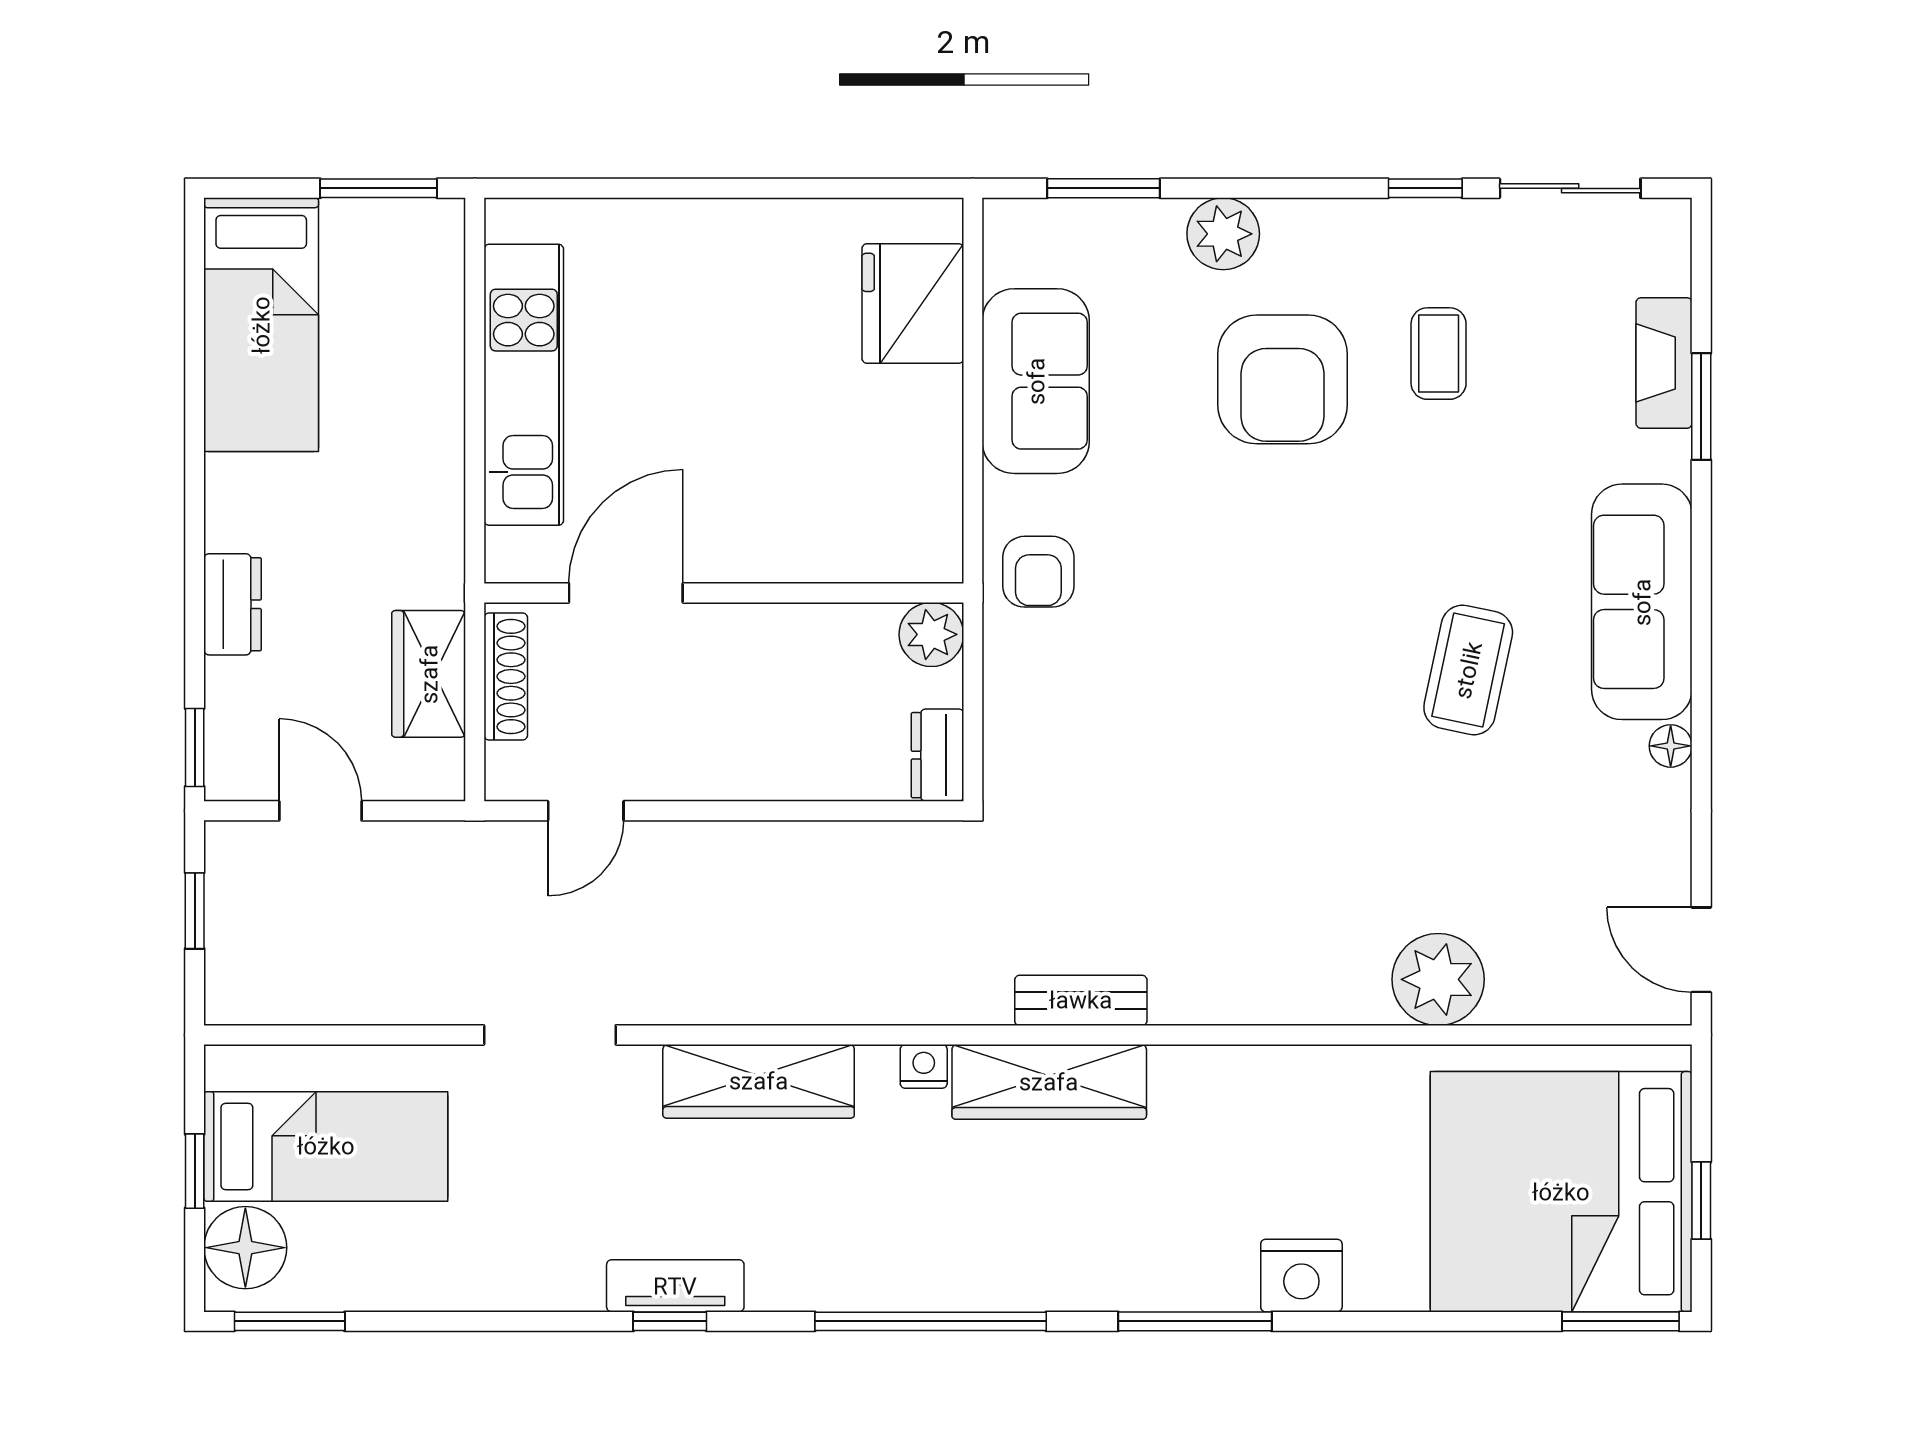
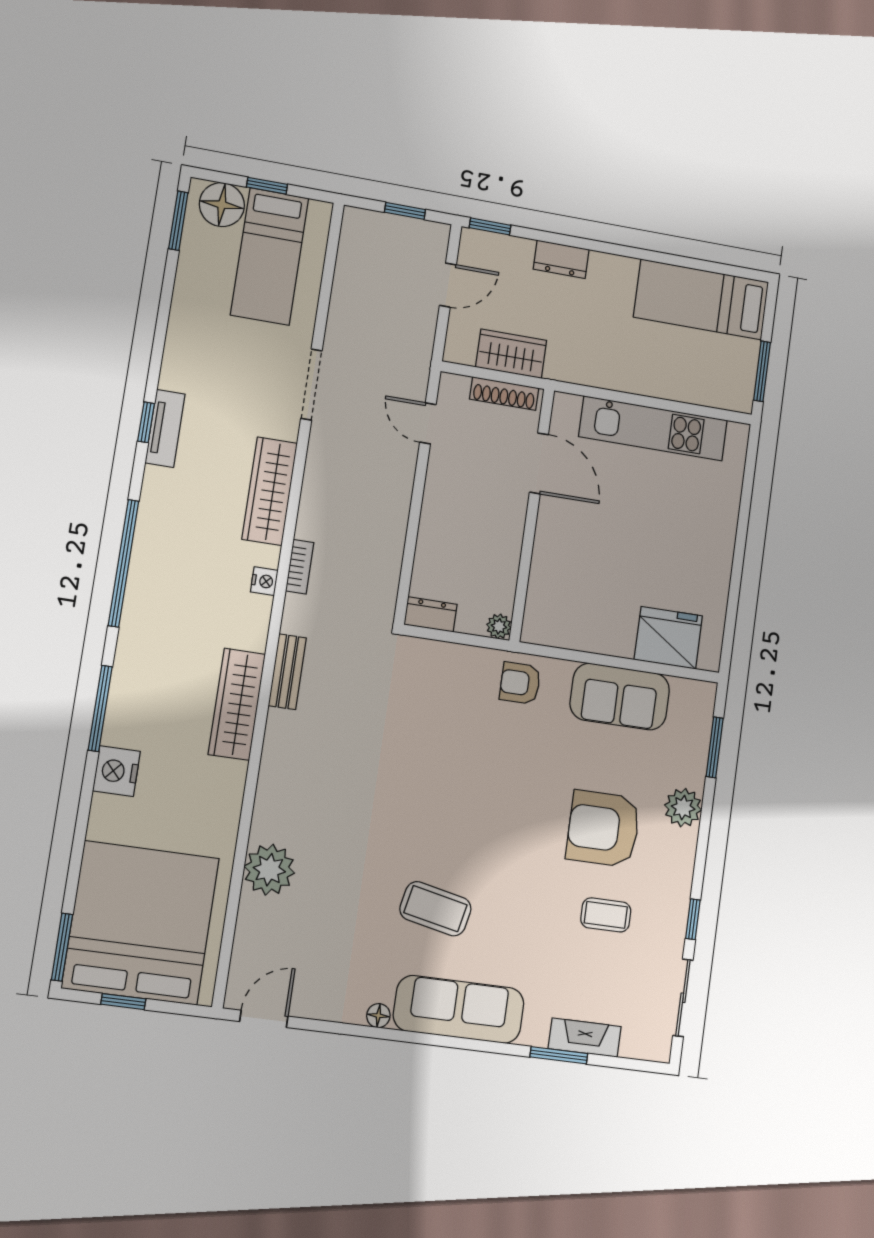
plant: (931, 634) -> (499, 626), width x0.73, depth x0.73
bookcase: (887, 1006) -> (300, 567), added
wardrobe: (1049, 1082) -> (237, 704), moved

